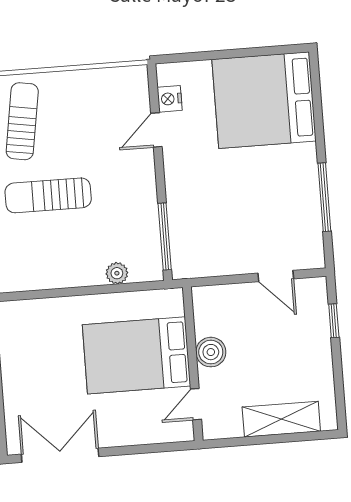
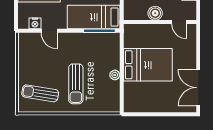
bed: (193, 222) -> (94, 17), added
plant: (117, 273) -> (115, 75), moved
bed: (136, 355) -> (148, 65), moved, turned -90

